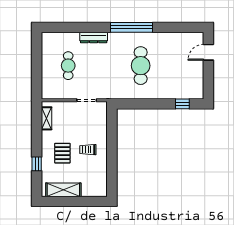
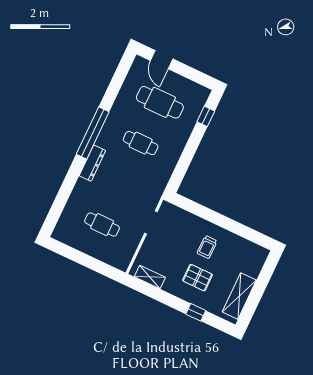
dresser: (94, 37) -> (92, 163), moved
cafe table: (141, 66) -> (141, 143), width x0.73, depth x0.74
cafe table: (177, 66) -> (160, 102), added

